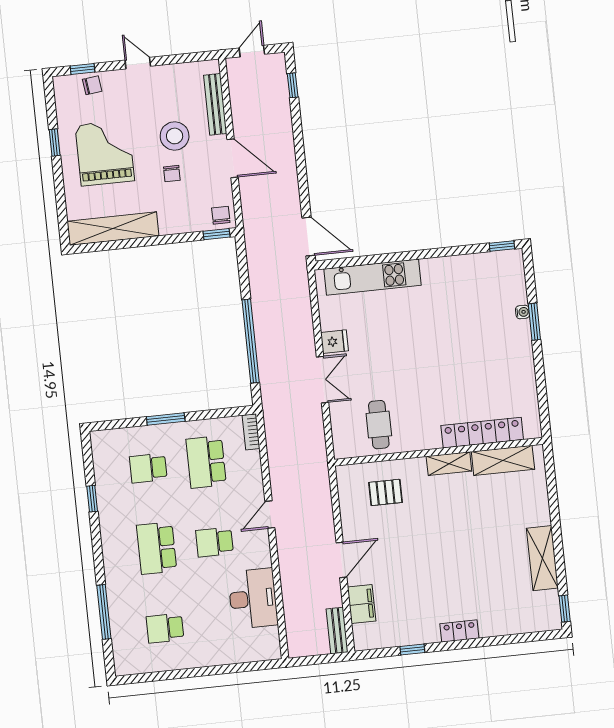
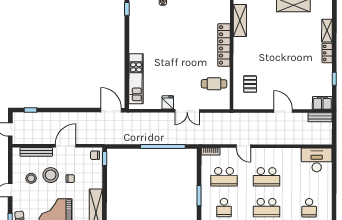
stool: (164, 100) -> (31, 178), added
door: (309, 237) -> (111, 110), hinge flipped
double door: (323, 380) -> (187, 111), swing flipped
locker: (482, 433) -> (224, 45), moved
shelving: (449, 464) -> (327, 31), moved
door: (270, 515) -> (243, 146), moved
school desk: (215, 542) -> (267, 177), width x1.85
desk: (253, 599) -> (317, 160), moved
filing cabinet: (362, 604) -> (322, 103), moved

